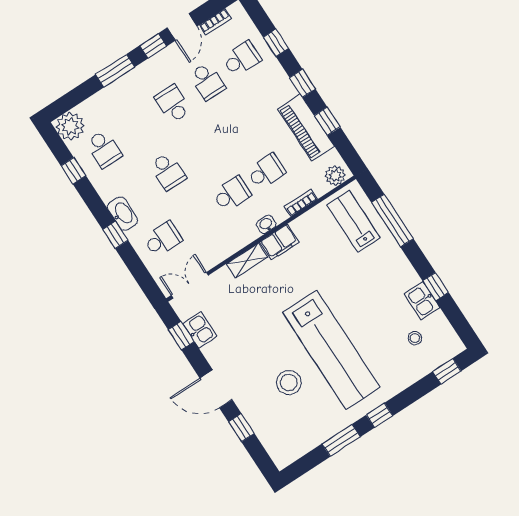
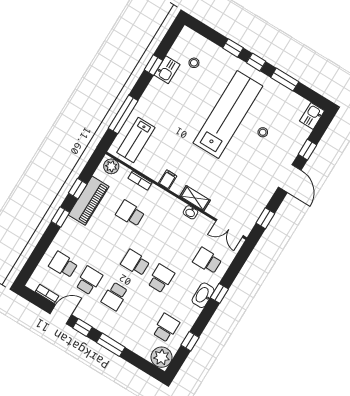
window: (276, 43) -> (42, 247), removed
school desk: (232, 194) -> (135, 263), moved
washbasin: (266, 224) -> (191, 212), moved
filing cabinet: (279, 242) -> (168, 179), width x0.50
kitchen sink: (200, 330) -> (312, 116), moved
window: (447, 371) -> (233, 48), moved
stool: (289, 383) -> (263, 132), width x0.53, depth x0.53

